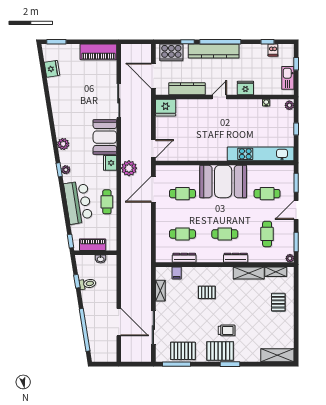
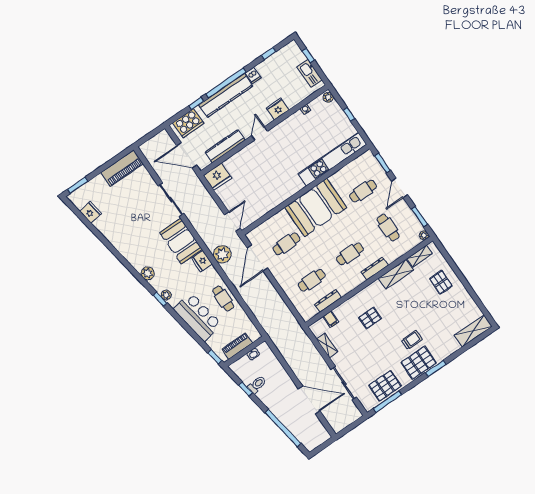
dishwasher: (273, 50) -> (253, 75), moved

